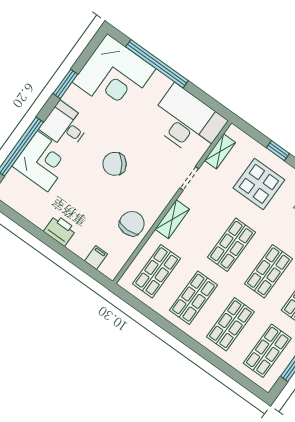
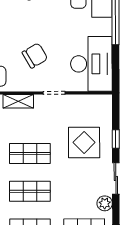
shelving: (220, 151) -> (87, 101), removed
chair: (115, 164) -> (35, 56), moved, turned 96

